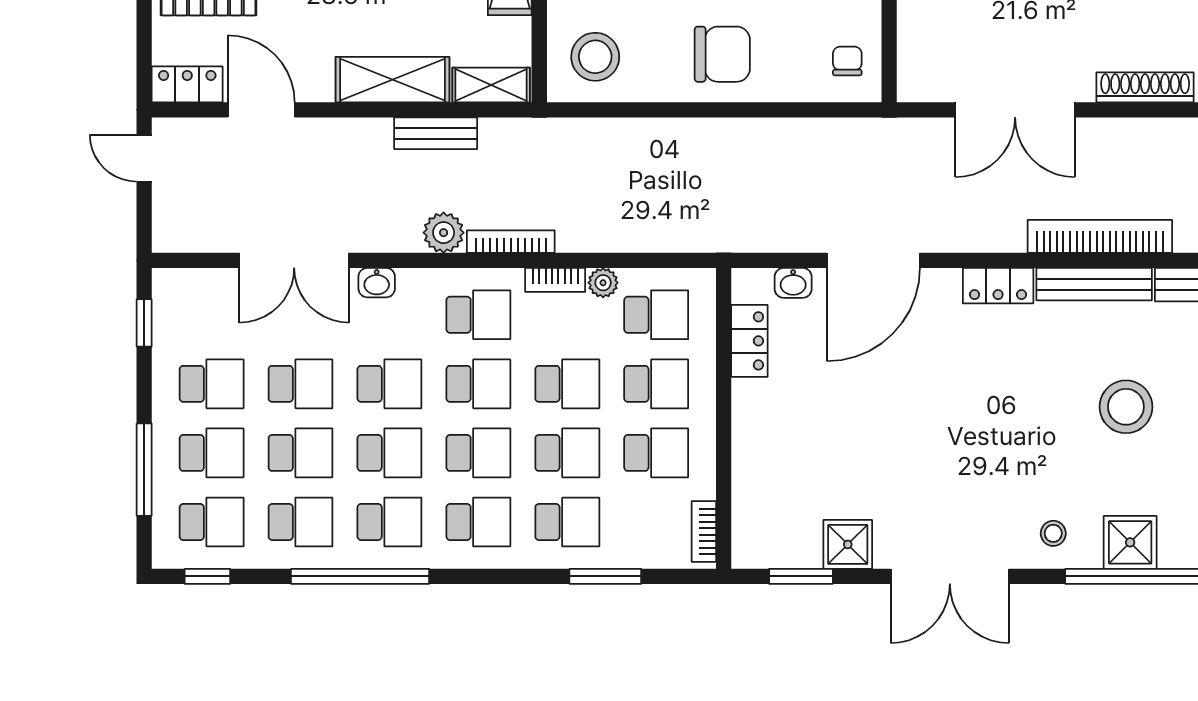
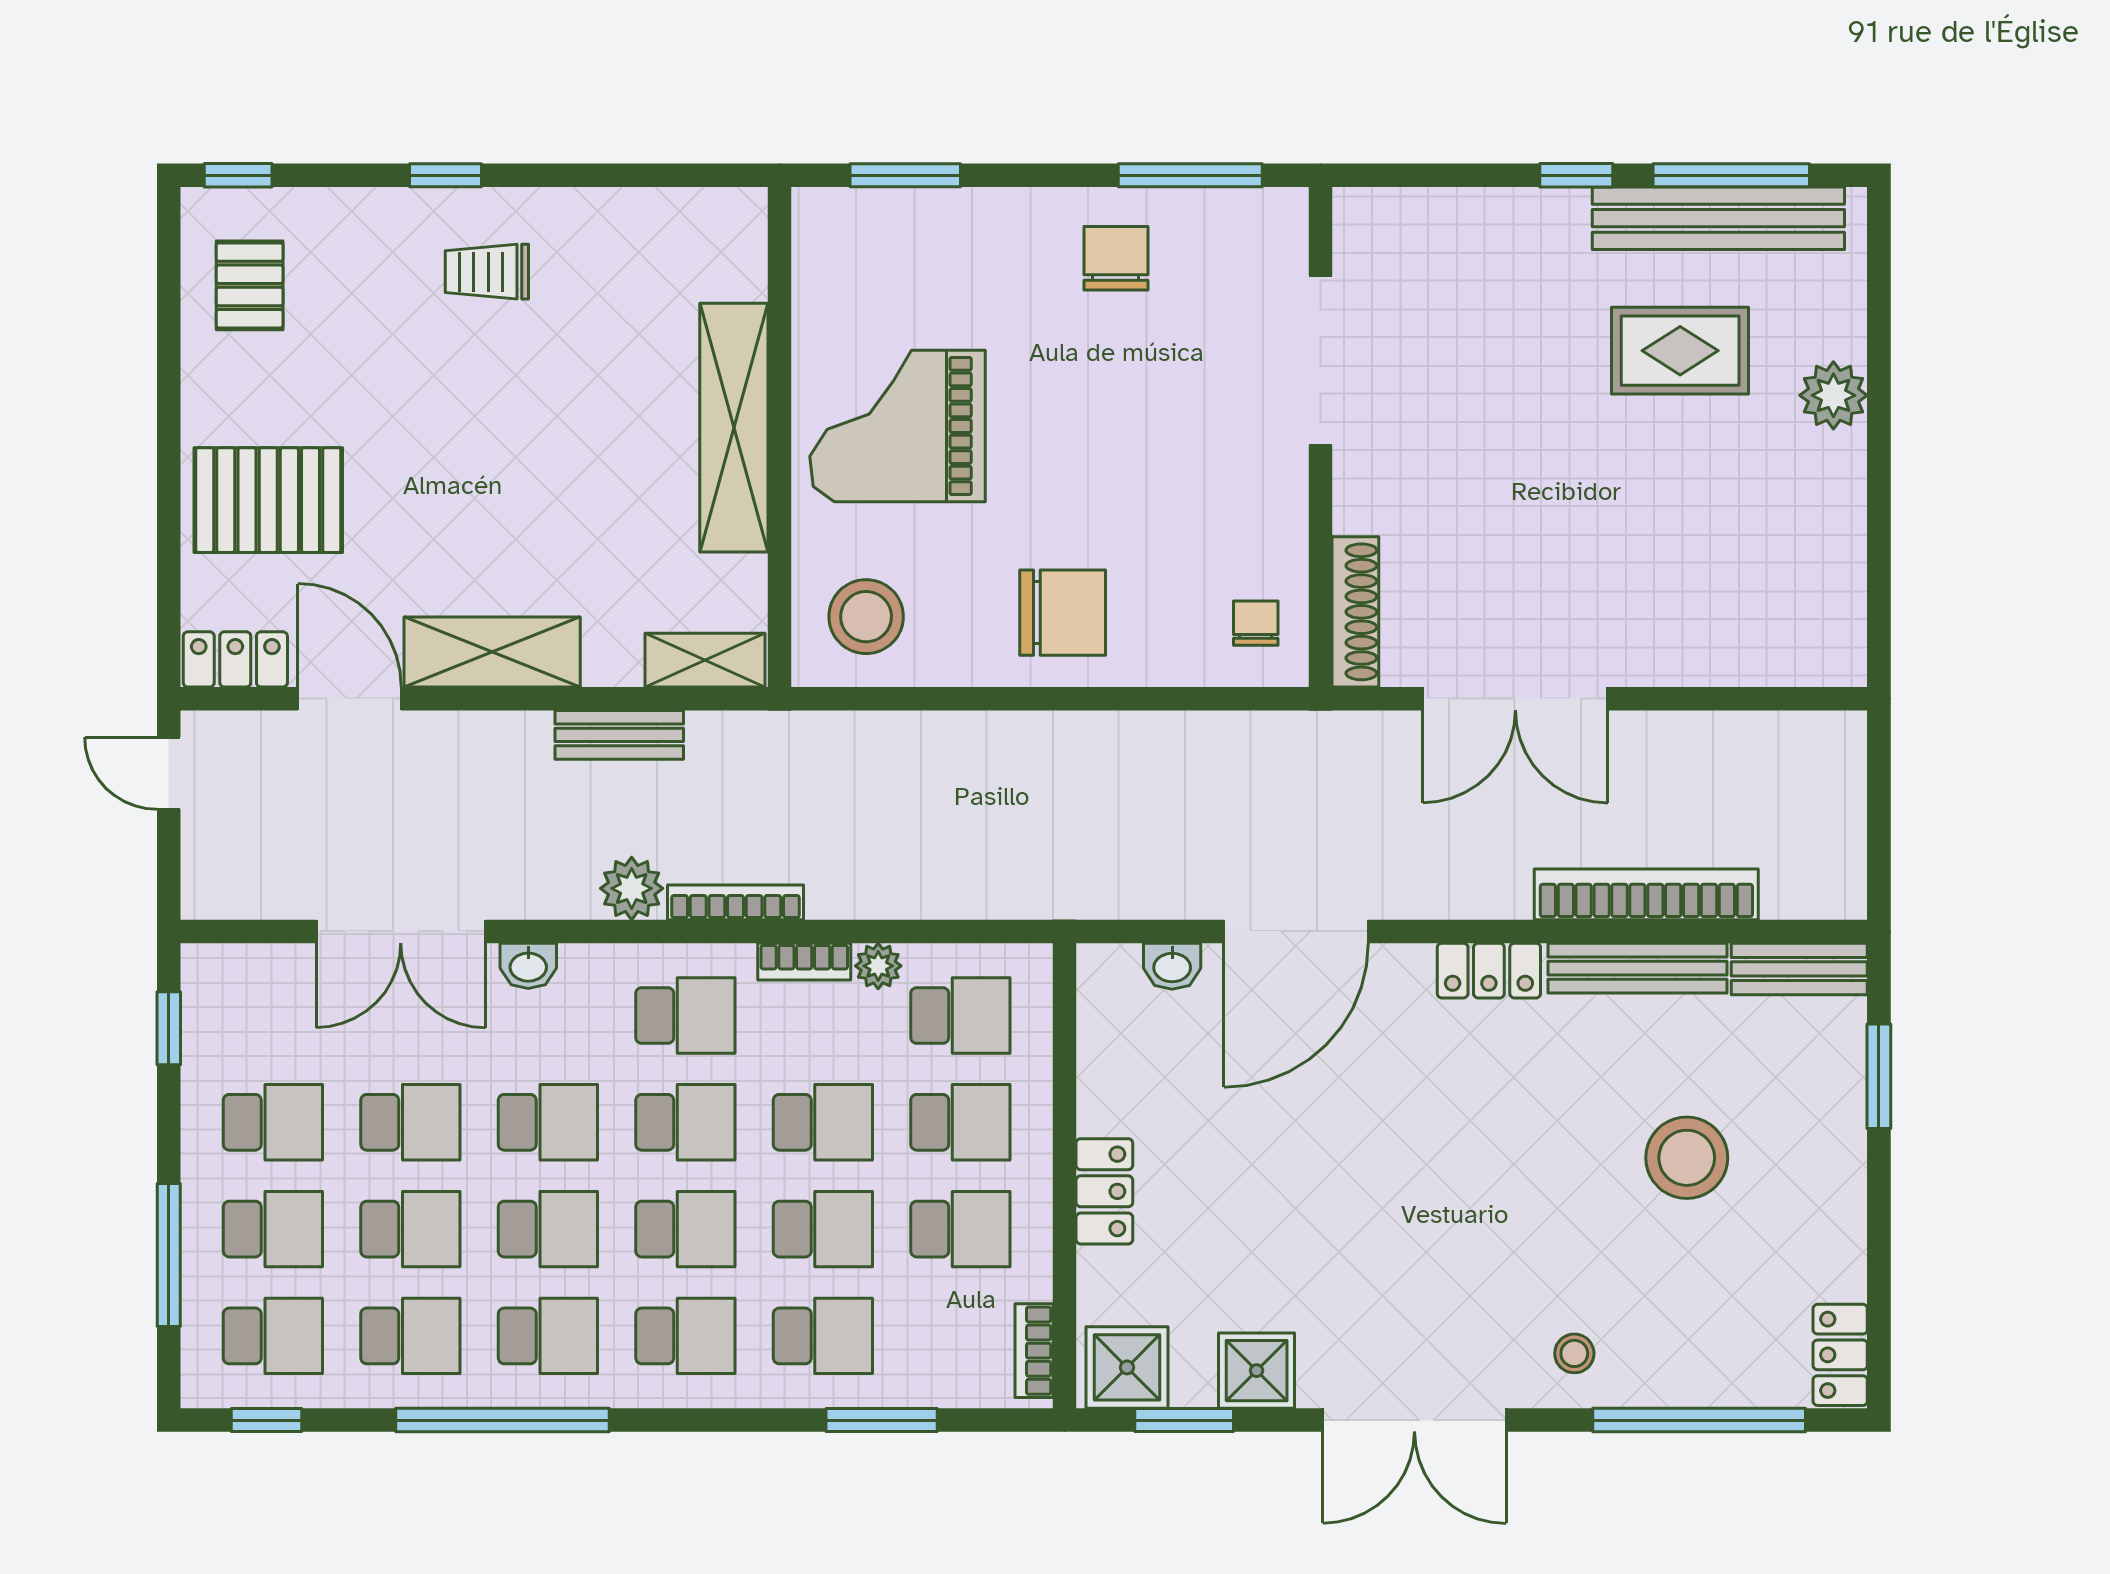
shelving: (392, 80) -> (492, 652), moved
shoe rack: (1145, 87) -> (1355, 612), moved, turned 90
locker: (749, 341) -> (1104, 1191), moved
shower: (1130, 542) -> (1127, 1367), moved

